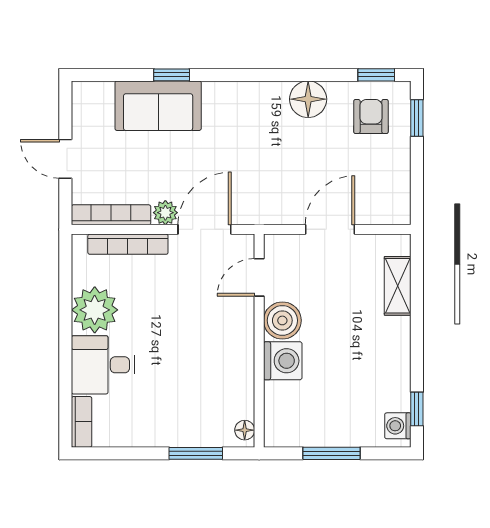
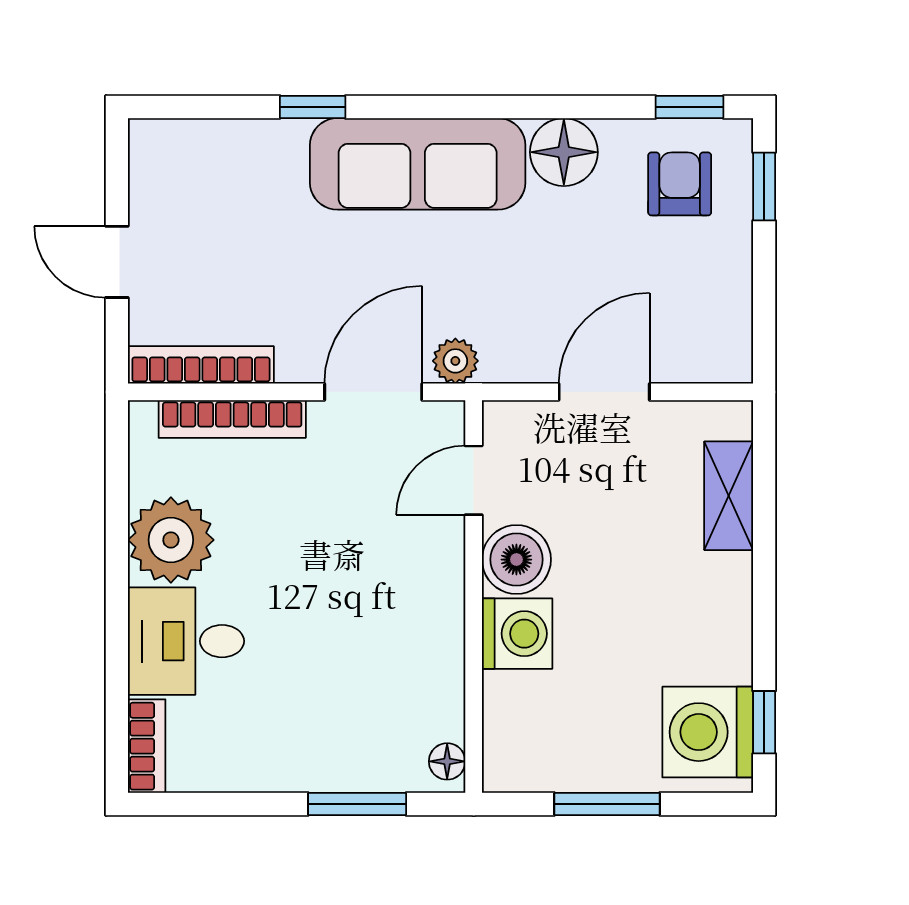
sofa: (158, 106) -> (418, 164), moved, width x1.36
plant: (165, 213) -> (455, 361), moved
washing machine: (398, 426) -> (708, 732), width x1.89, depth x1.89

